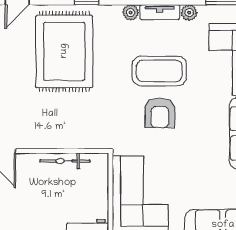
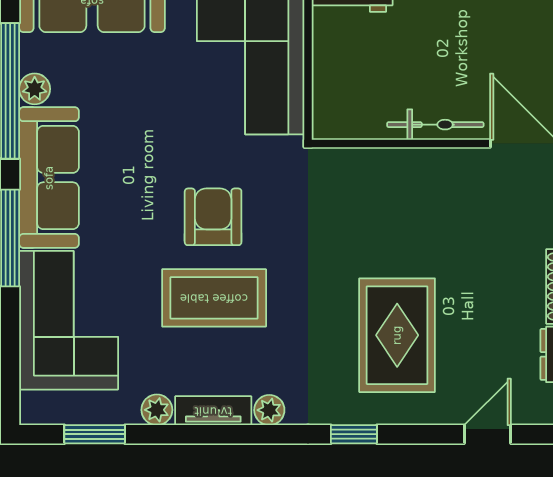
rug: (64, 51) -> (397, 335), width x0.73, depth x0.69
bicycle: (65, 161) -> (435, 125), moved

